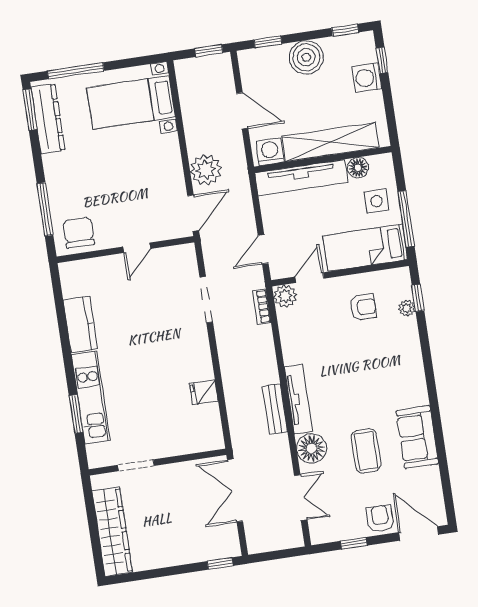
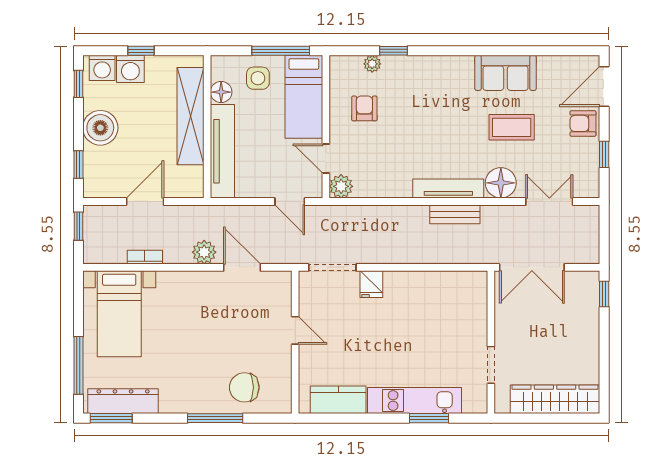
window: (382, 60) -> (141, 51), moved
washing machine: (270, 152) -> (102, 68), moved, turned -90
plant: (206, 170) -> (204, 252), width x0.73, depth x0.73
door: (137, 248) -> (295, 330), moved
wall: (125, 249) -> (295, 342), moved
window: (418, 298) -> (393, 51), moved
bookcase: (262, 307) -> (145, 257), moved, turned 180
fridge: (204, 392) -> (371, 284), moved

